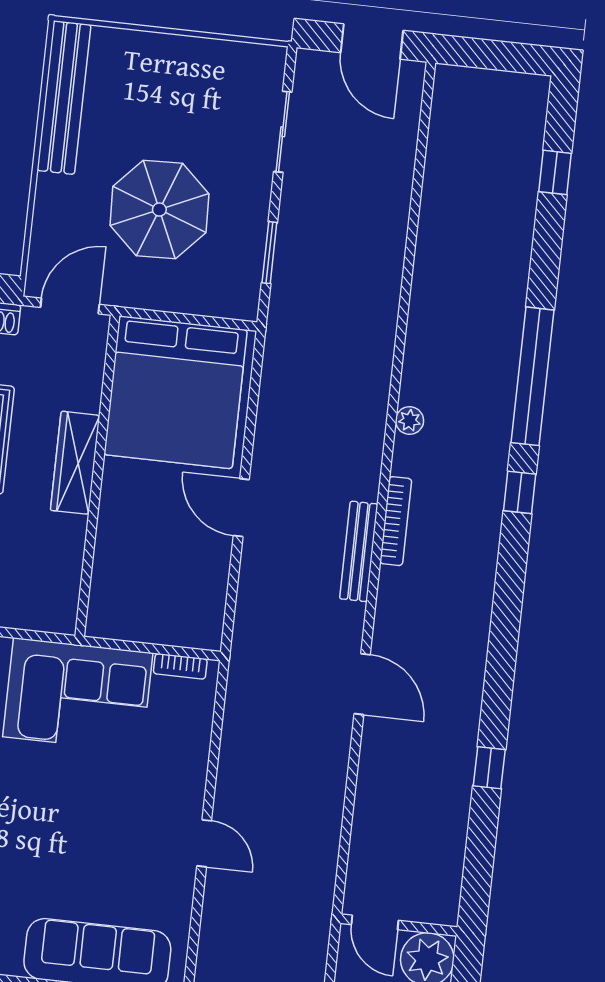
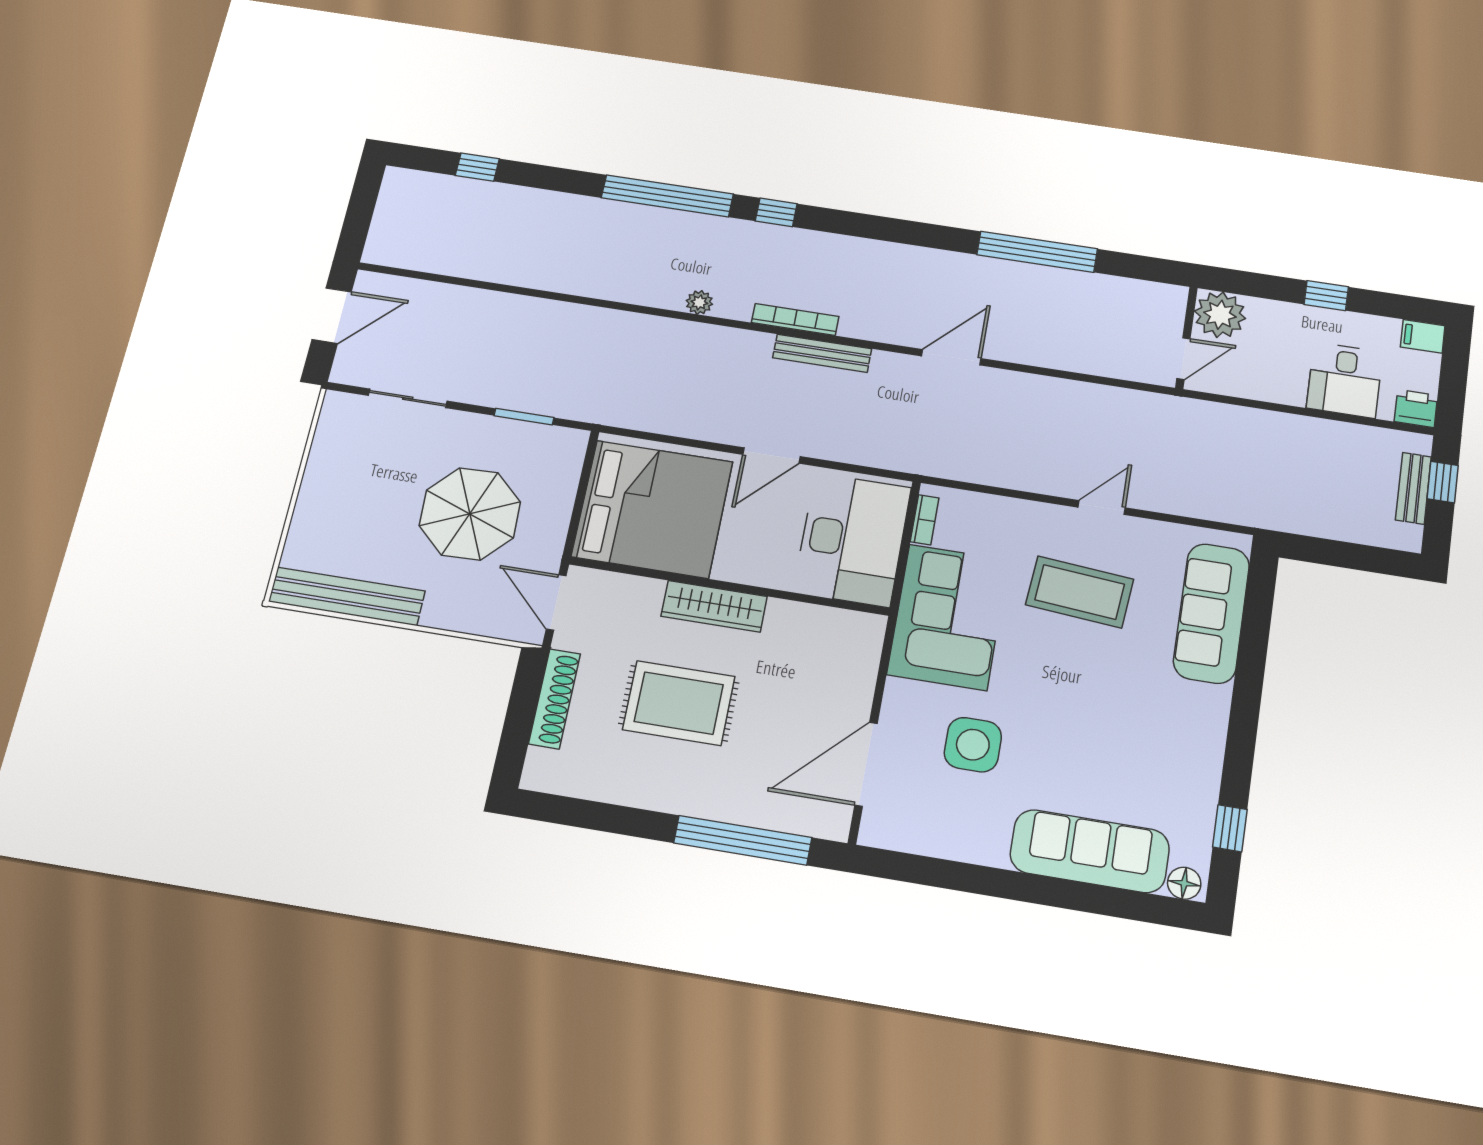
desk: (154, 595) -> (852, 540), added
window: (489, 768) -> (1037, 252), width x3.17
coffee table: (112, 824) -> (1080, 592), added

